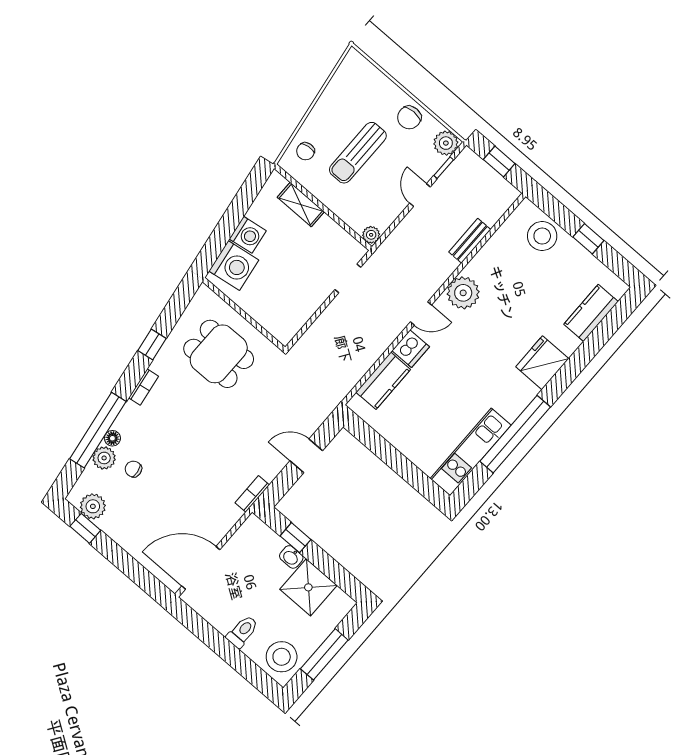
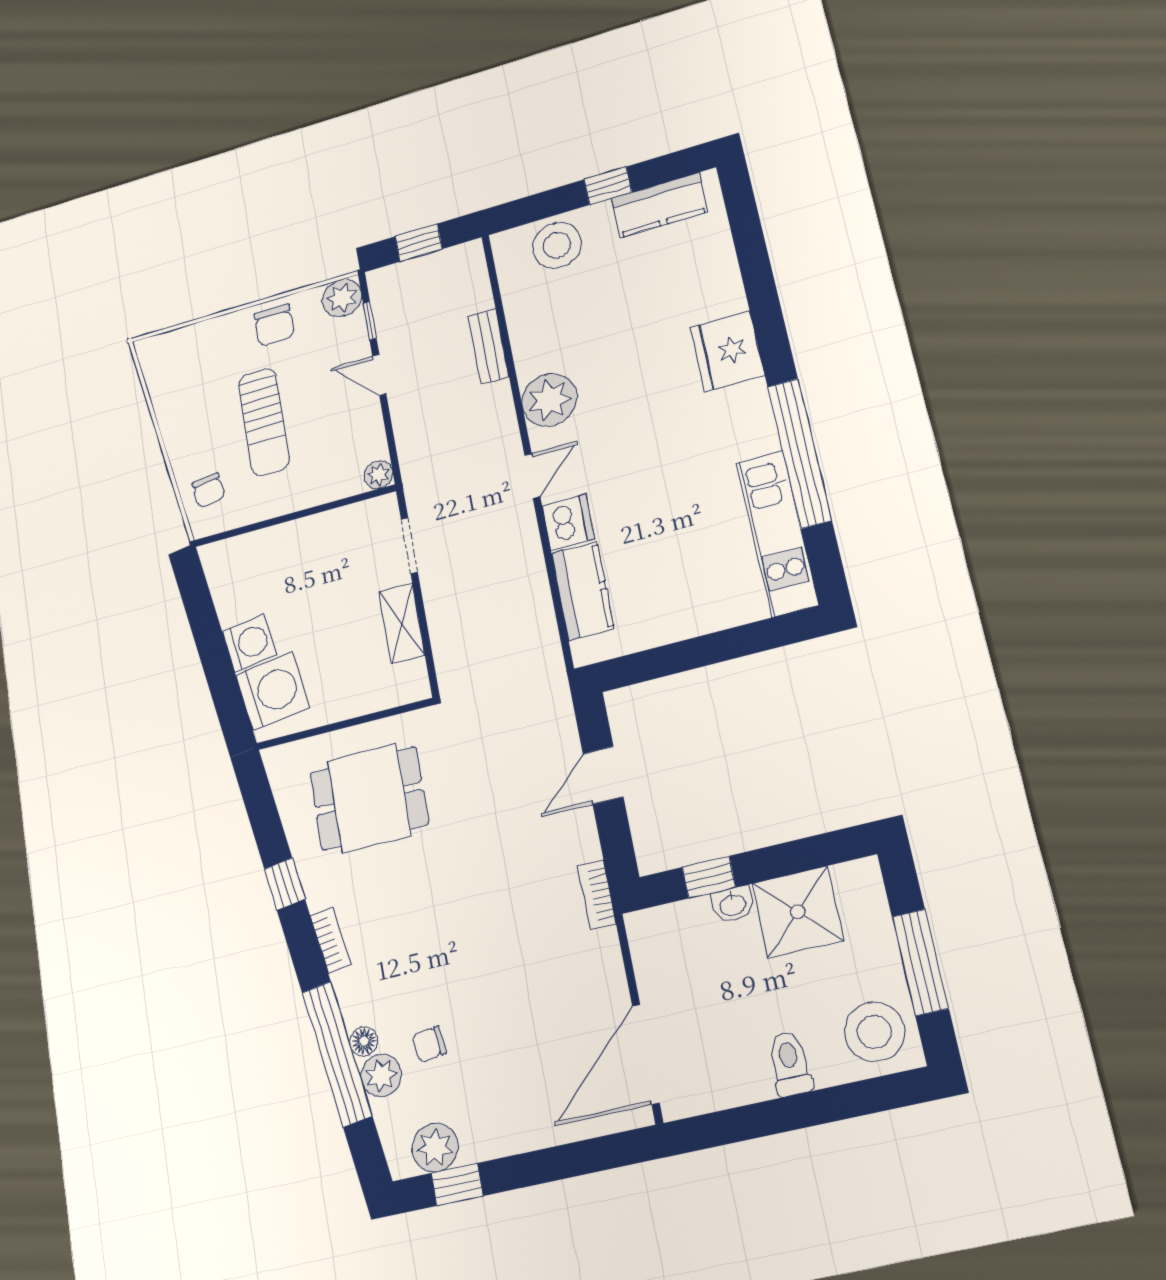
shelving: (301, 205) -> (402, 623), moved, turned 90
kitchen counter: (591, 313) -> (660, 205), moved, turned -90

